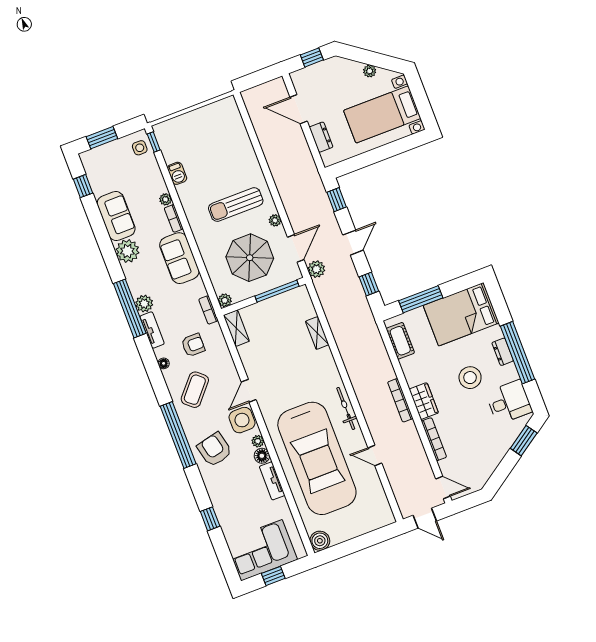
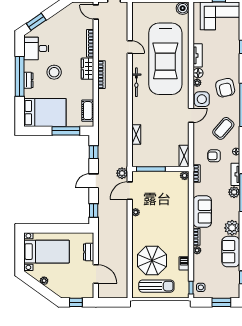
sun lounger: (236, 205) -> (156, 286), moved
parasol: (250, 258) -> (152, 260), moved
car: (317, 458) -> (165, 59), turned 180

